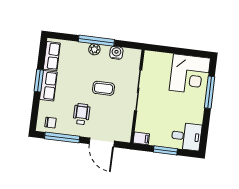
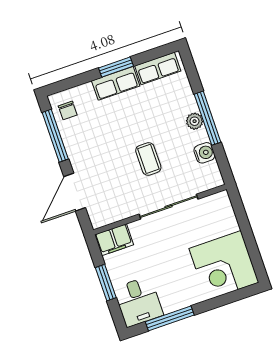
window: (210, 92) -> (170, 318), moved
wheelchair: (82, 114) -> (99, 147), removed
filing cabinet: (141, 138) -> (114, 240), width x2.00

